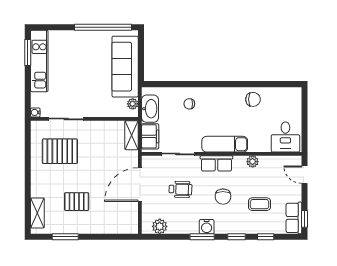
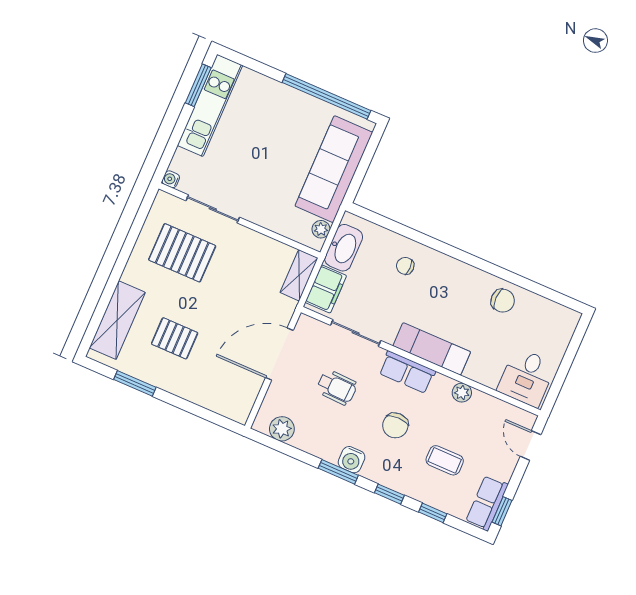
shelving: (37, 213) -> (117, 320), width x1.50, depth x1.33

